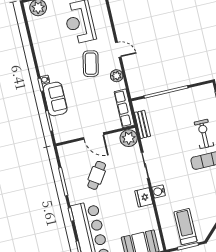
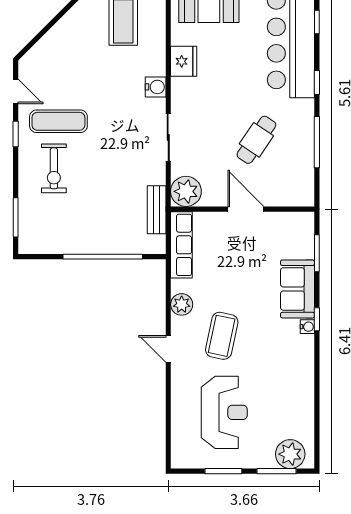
fridge: (144, 197) -> (184, 61), moved

